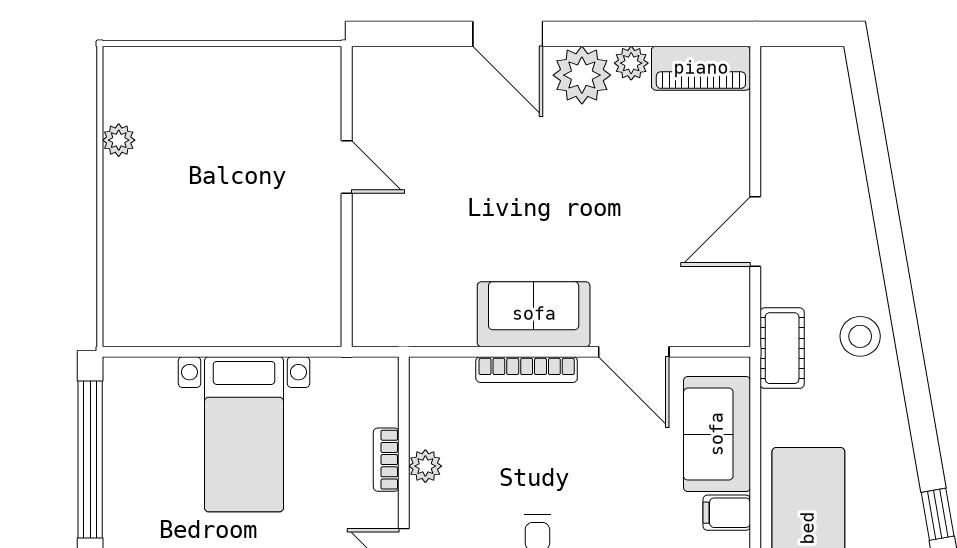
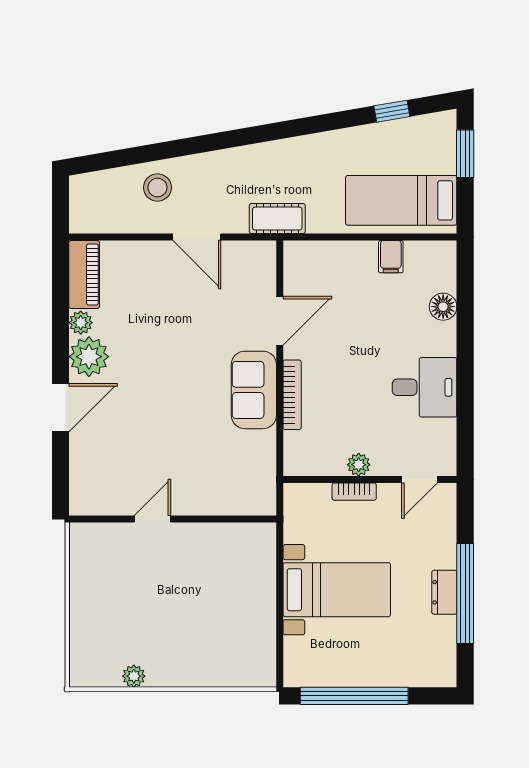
stool: (860, 336) -> (157, 187), moved
sofa: (717, 434) -> (337, 263), removed

